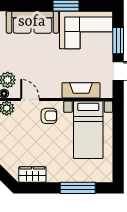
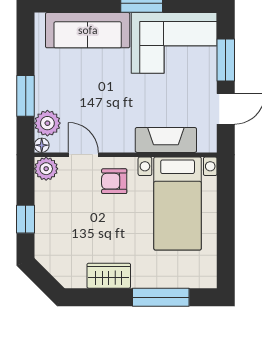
armchair: (49, 116) -> (114, 181), turned 180
wardrobe: (32, 174) -> (109, 276), moved

